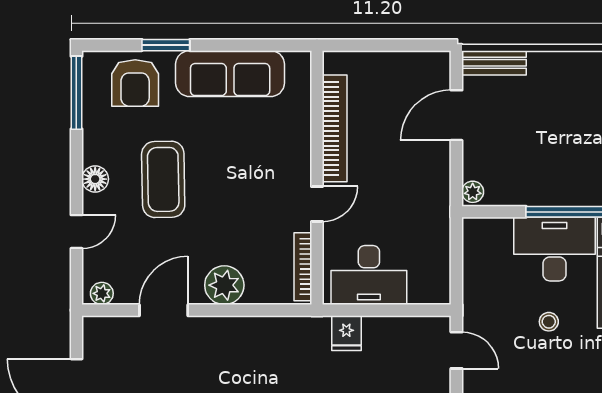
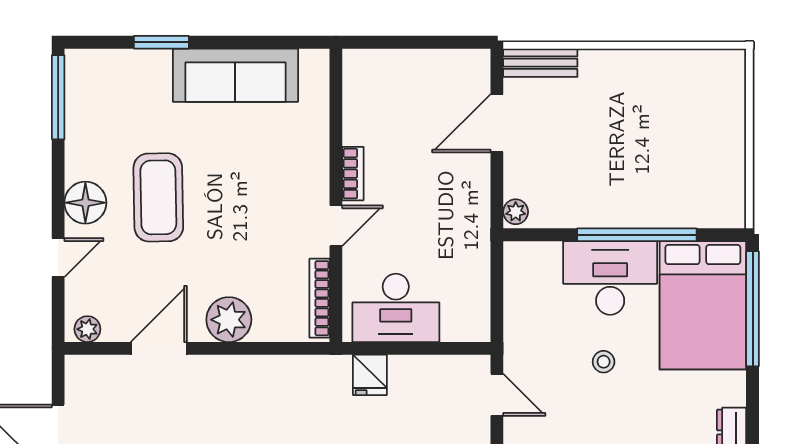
armchair: (135, 83) -> (126, 86), removed
bookcase: (335, 128) -> (353, 174), width x0.43, depth x0.76
floor lamp: (95, 179) -> (85, 203), width x1.38, depth x1.38

